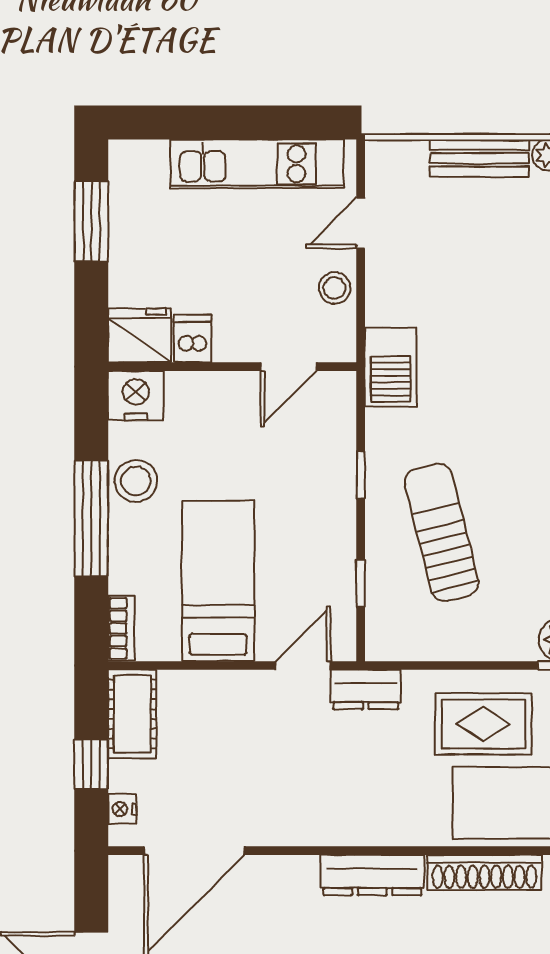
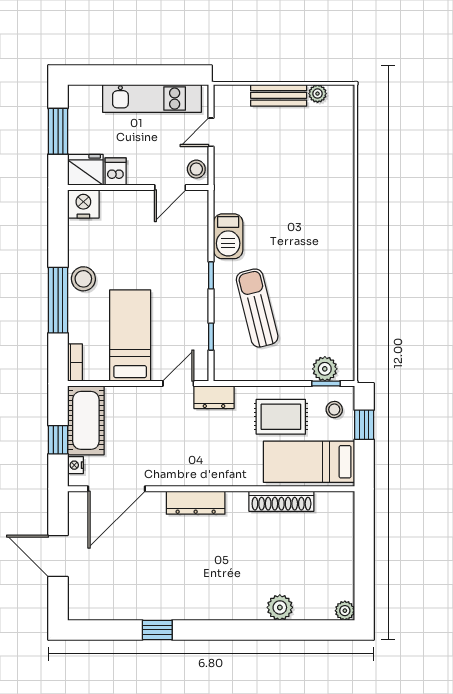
fridge: (139, 335) -> (85, 170), moved
dishwasher: (193, 339) -> (116, 172), moved
wall: (232, 367) -> (138, 187), moved
door: (289, 367) -> (170, 187), moved
barbecue: (391, 367) -> (228, 236), moved
nightstand: (136, 396) -> (83, 204), moved
cot: (132, 714) -> (86, 420), width x1.37, depth x1.34
dresser: (372, 875) -> (196, 503), moved

